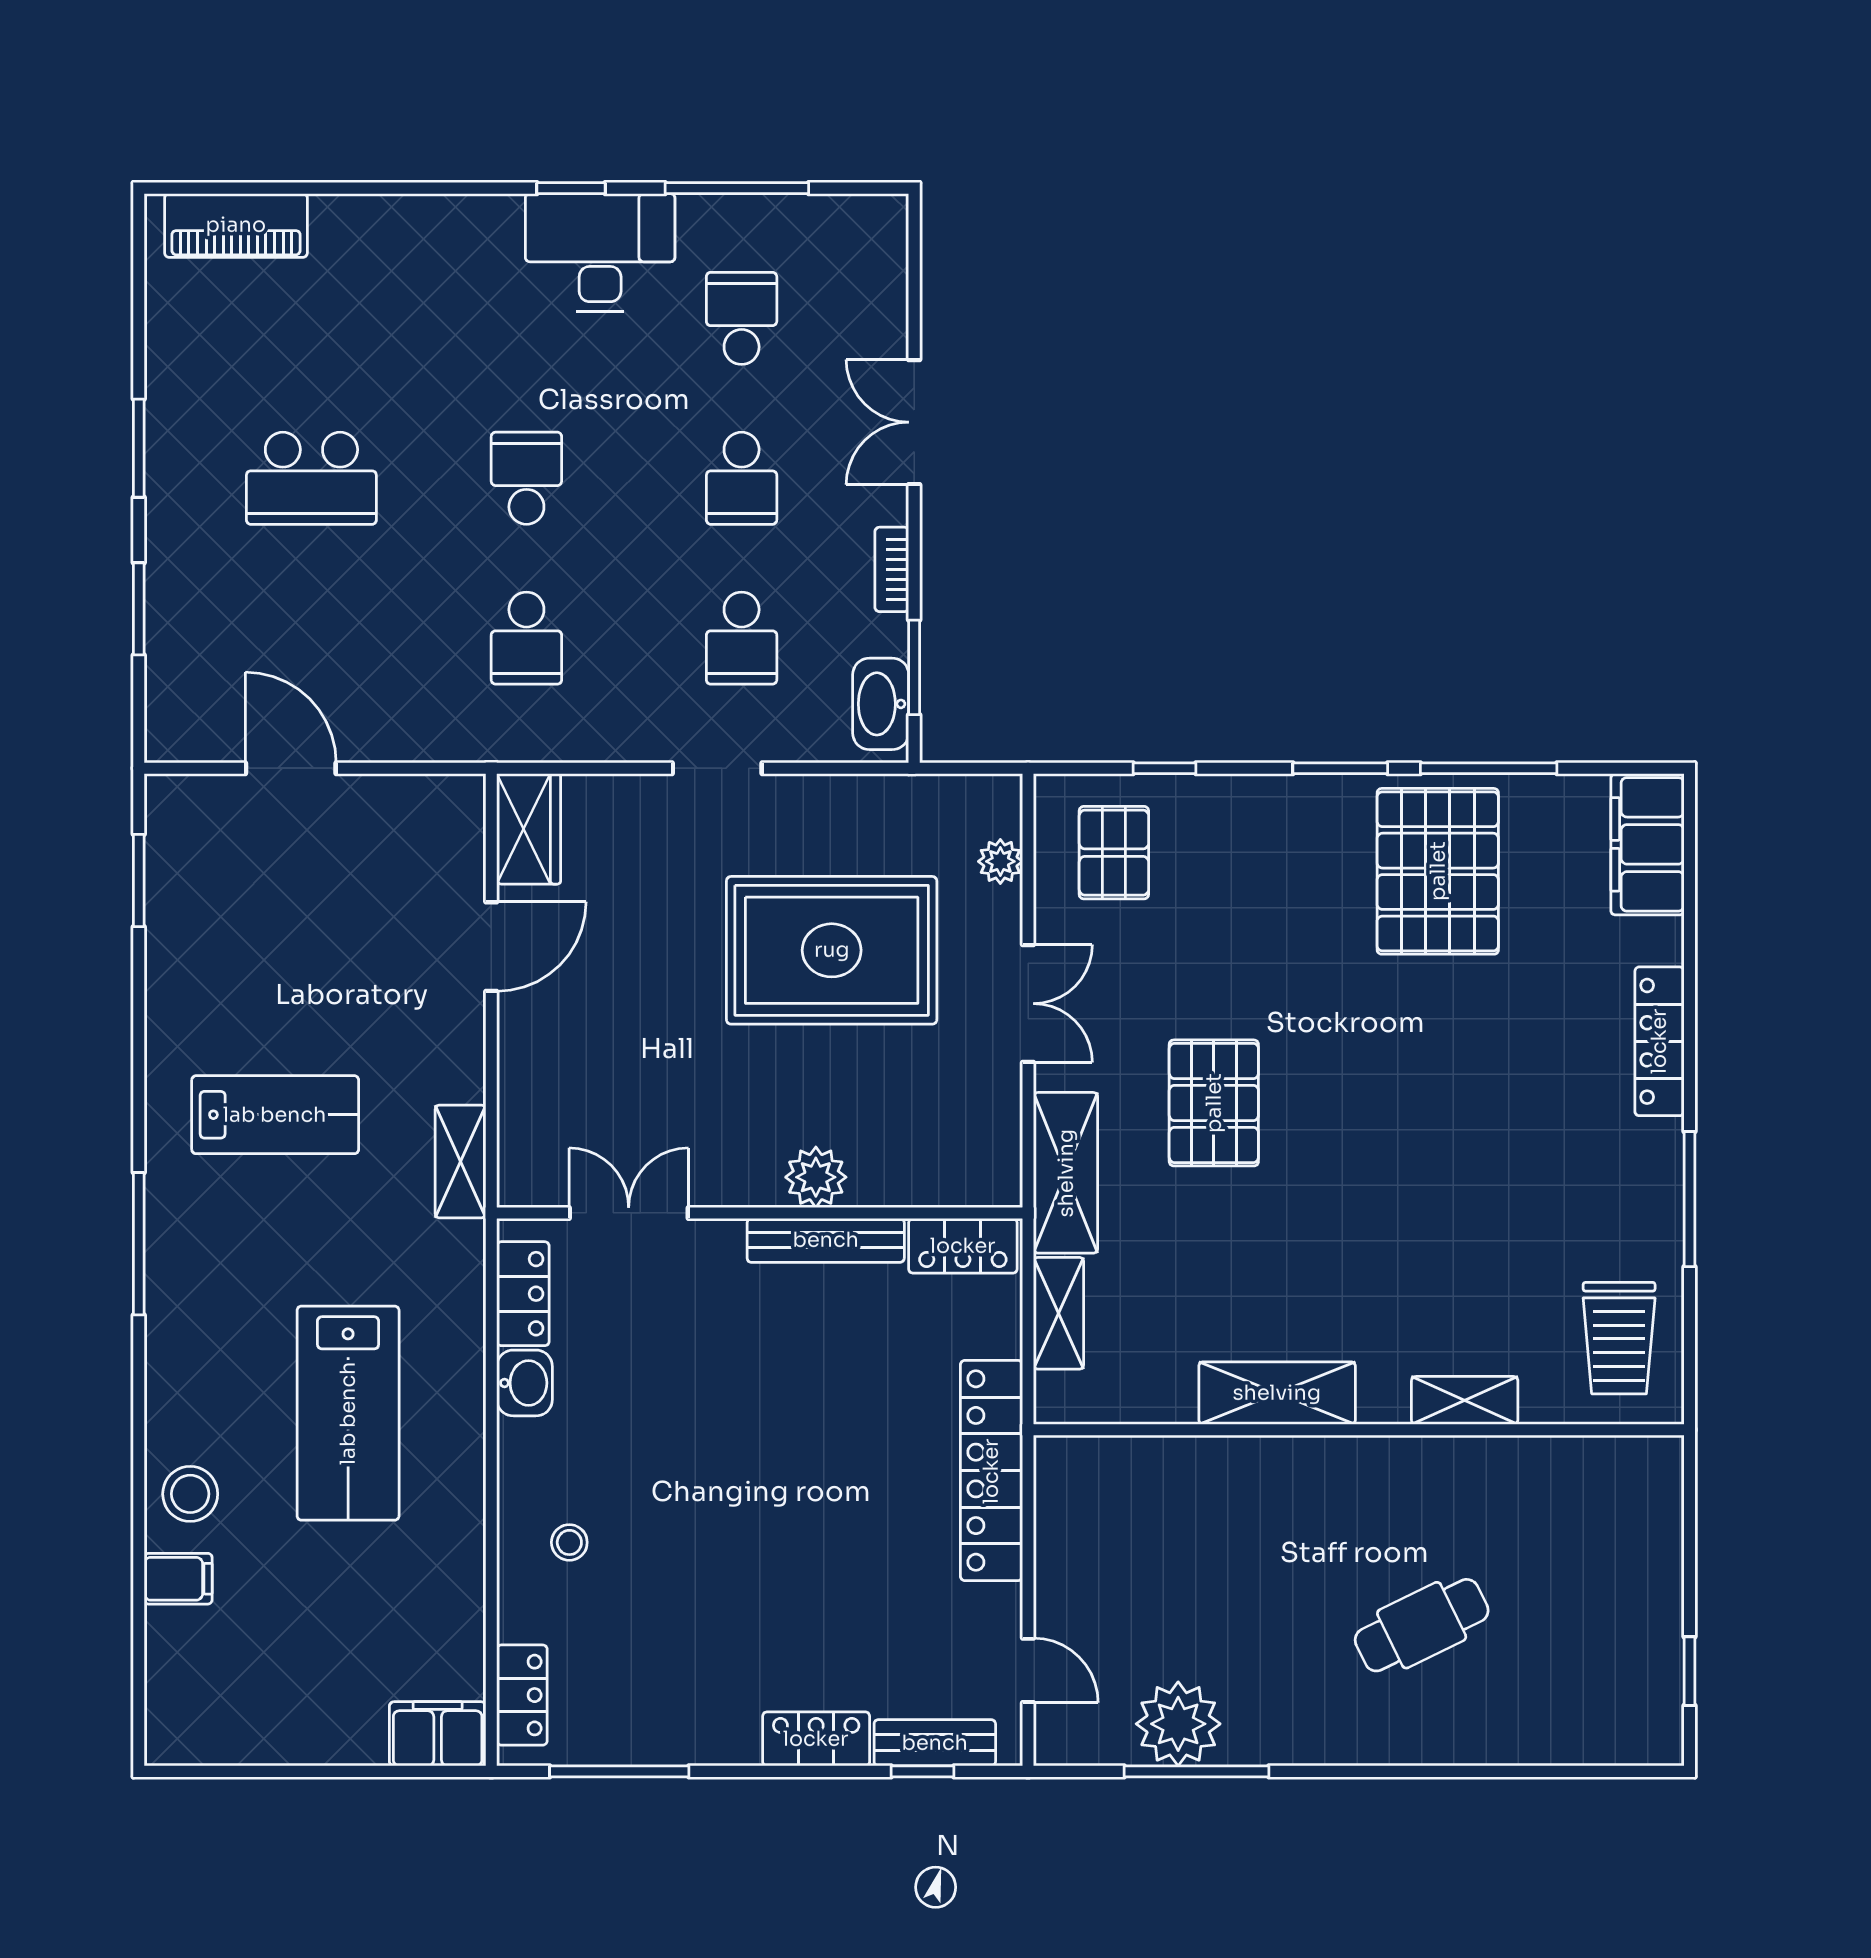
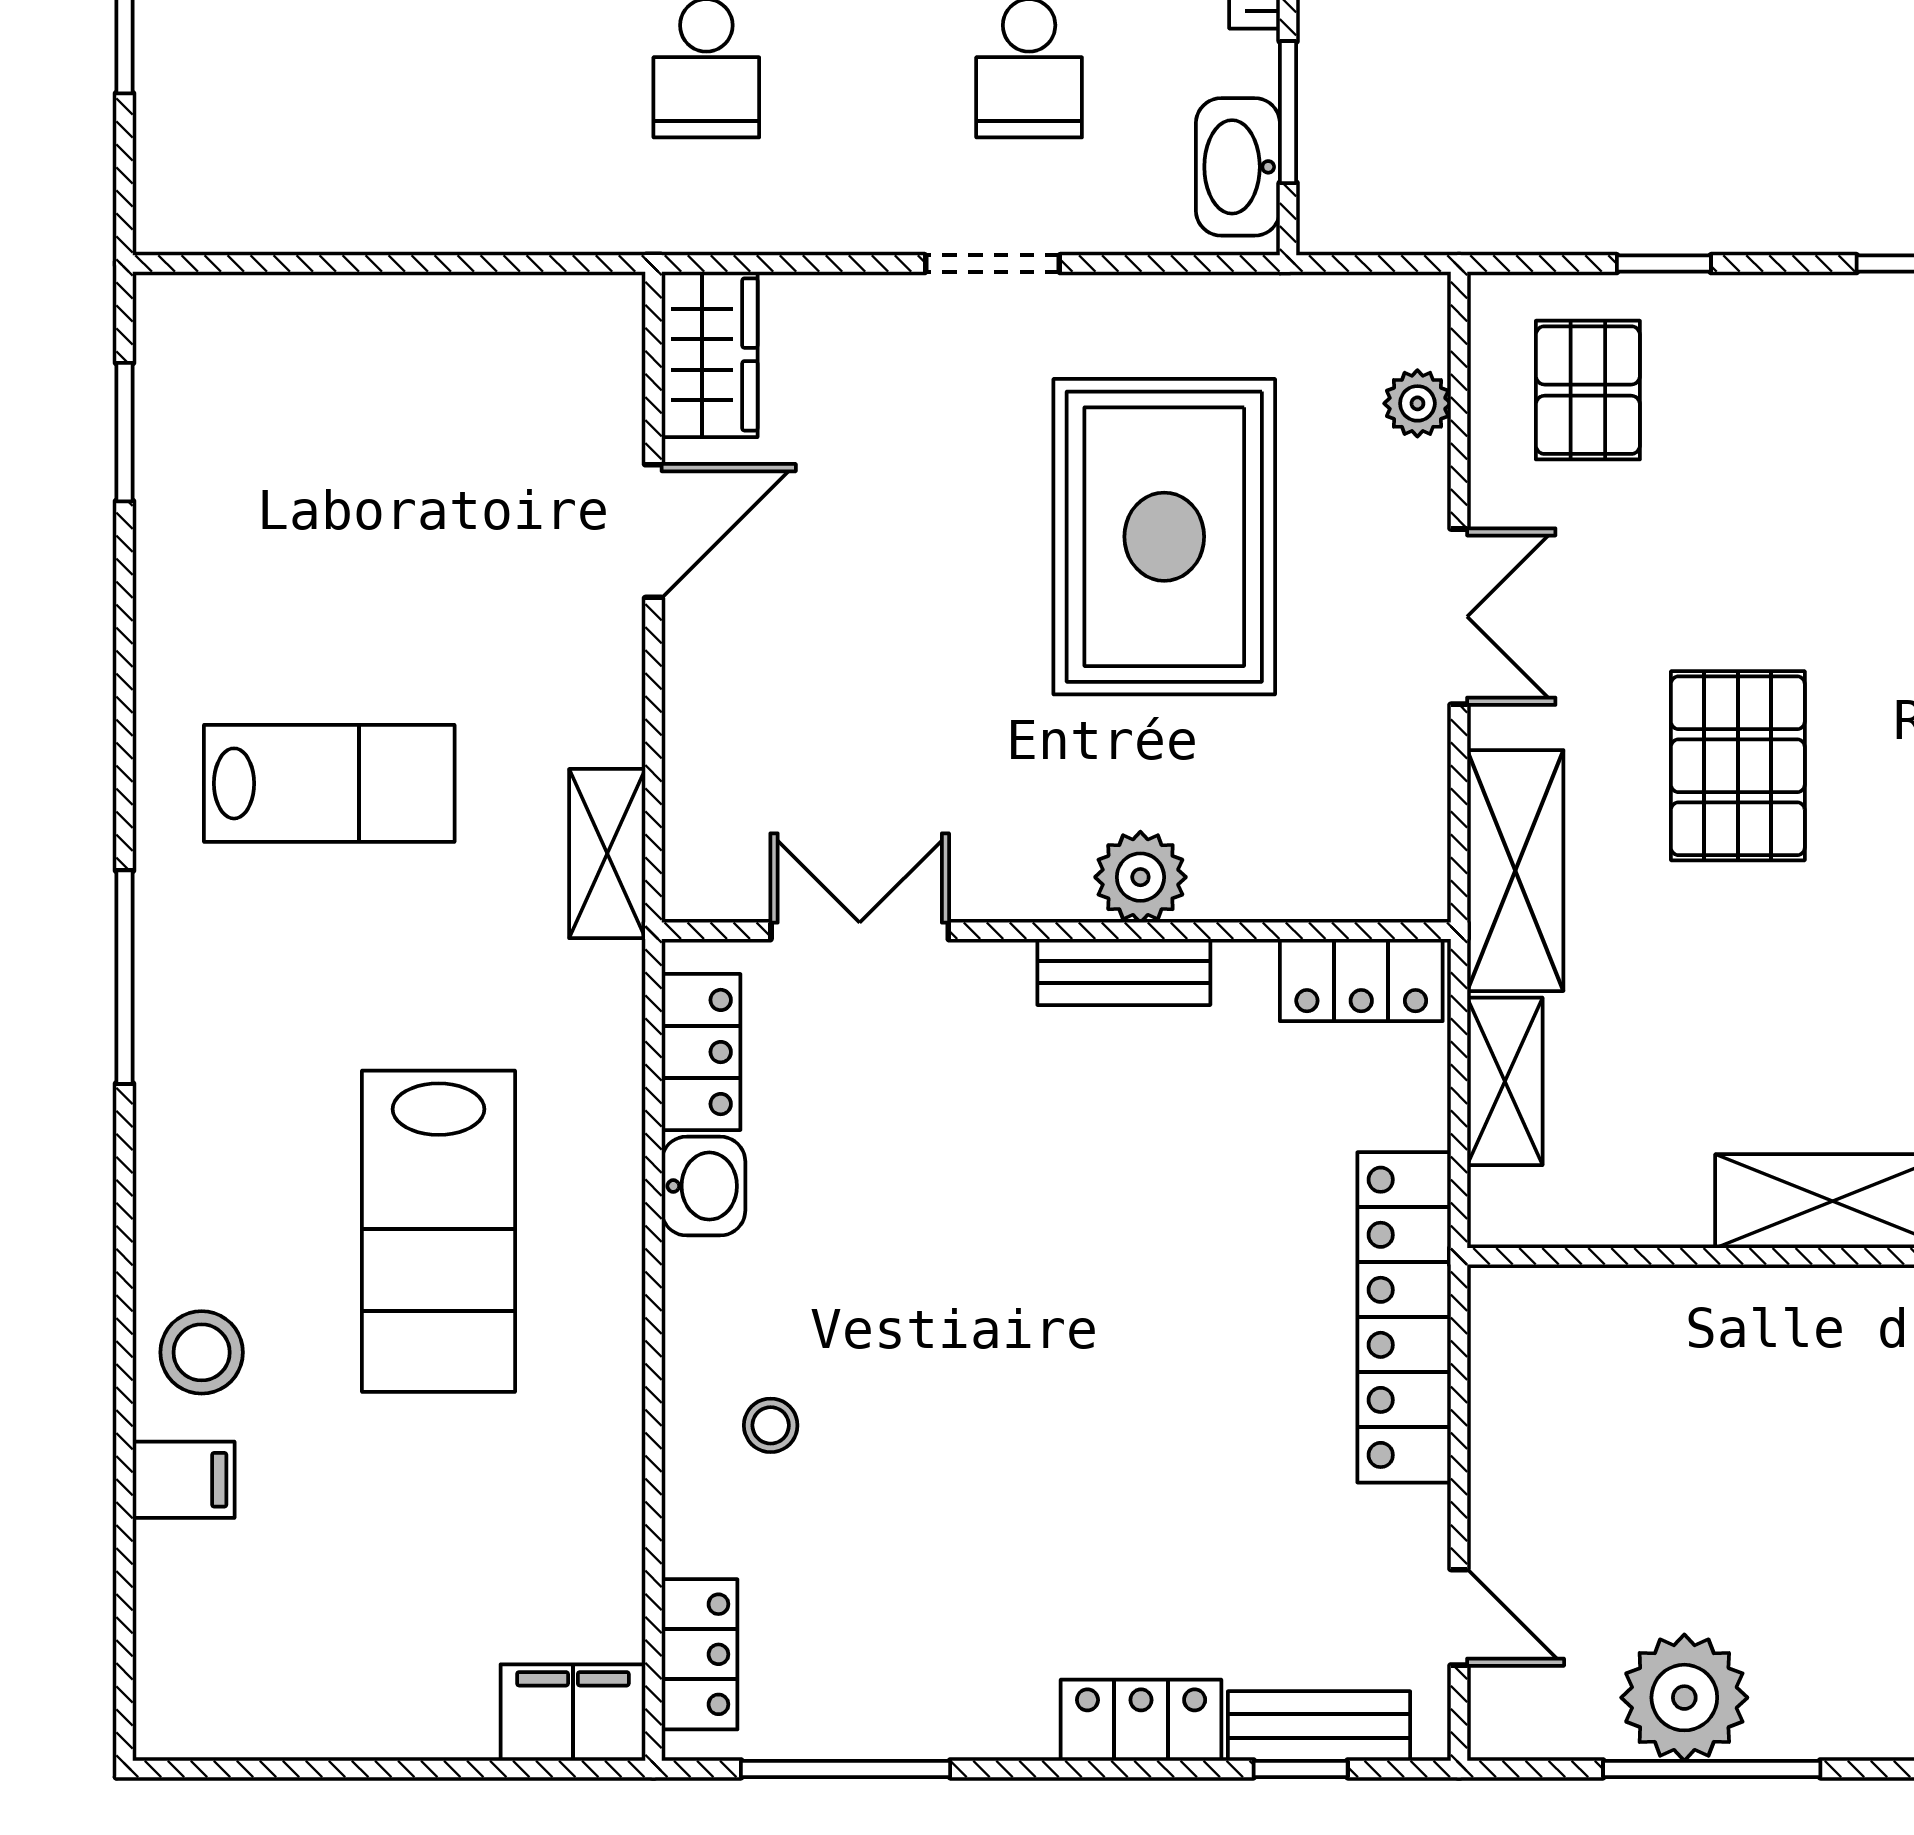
door: (291, 768) -> (353, 264), removed
rug: (832, 950) -> (1164, 537), turned 90
bench: (826, 1240) -> (1124, 972), width x0.73

